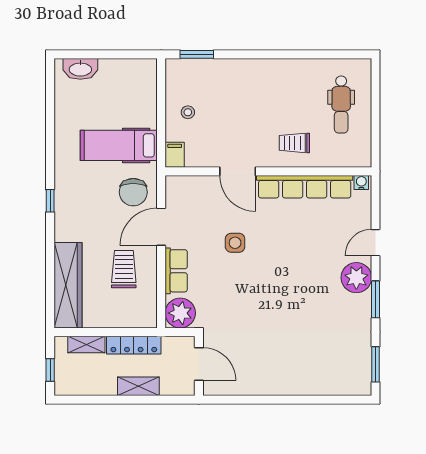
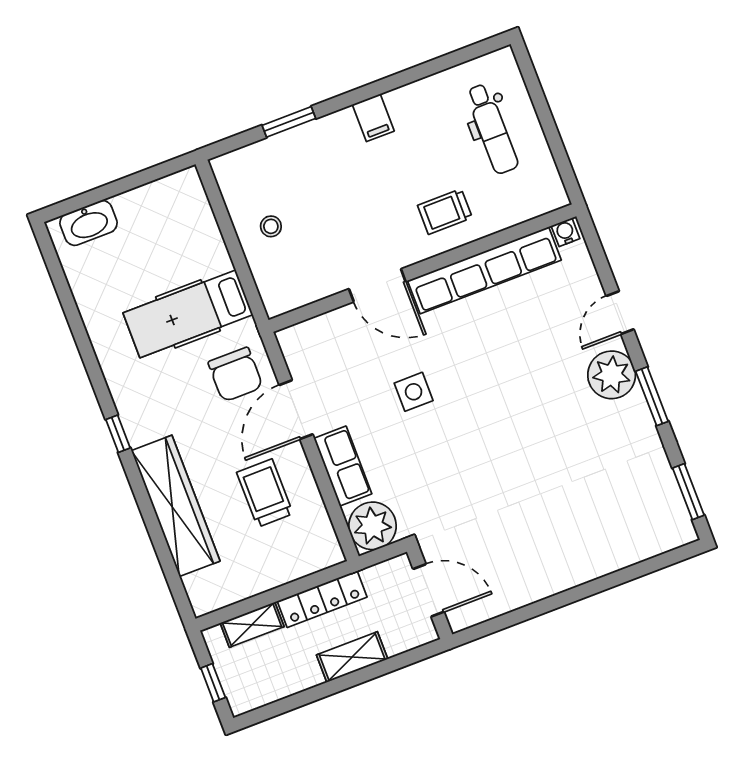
window: (197, 54) -> (289, 122), moved
filing cabinet: (175, 155) -> (373, 118), moved, turned 180
wardrobe: (68, 285) -> (176, 506), moved

